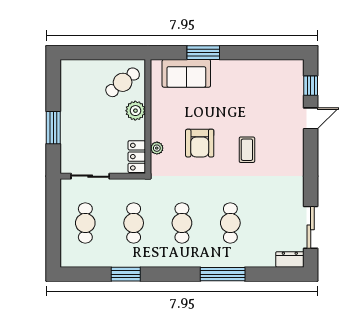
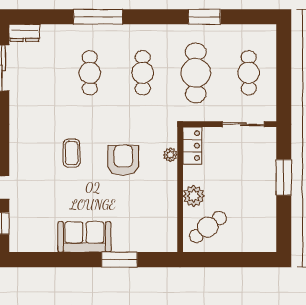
sofa: (186, 73) -> (84, 237), moved
cafe table: (134, 223) -> (196, 73), width x1.37, depth x1.35

